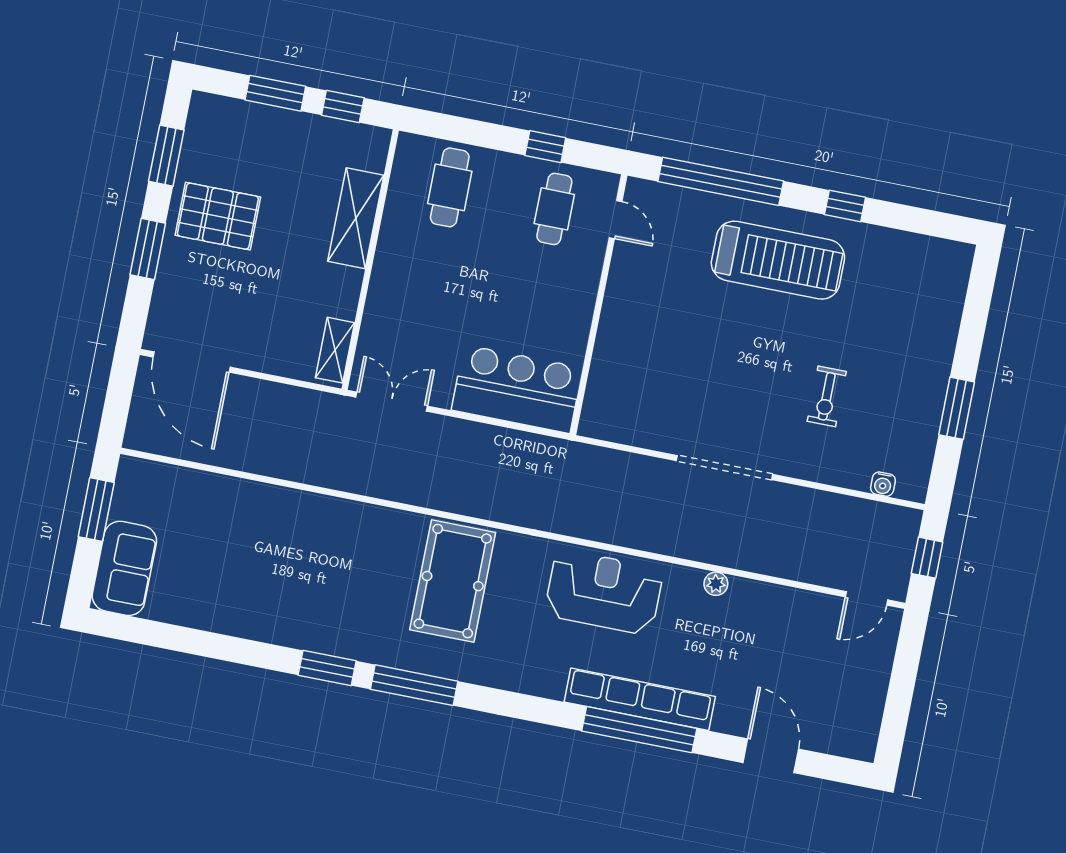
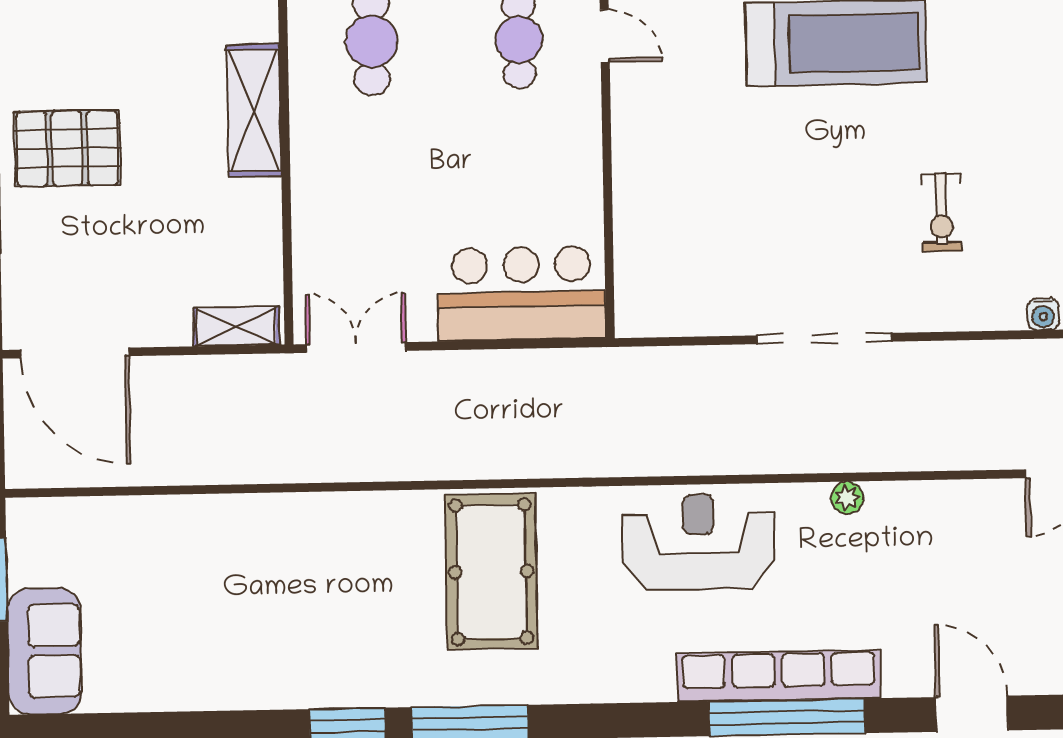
shelving: (335, 350) -> (236, 326), moved, turned 90

